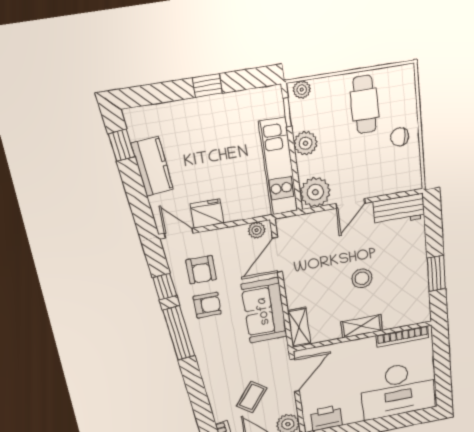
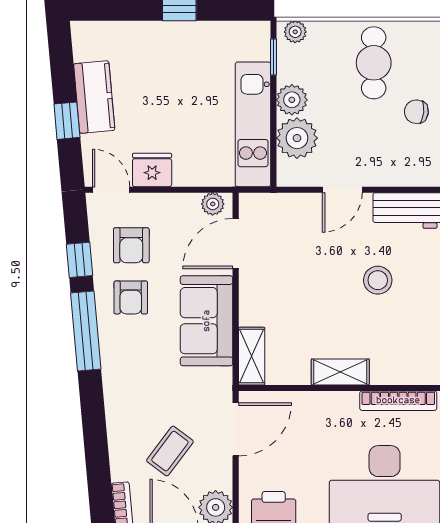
window: (121, 145) -> (67, 121), moved
plant: (315, 192) -> (297, 138), moved
stool: (362, 278) -> (378, 280), moved
armchair: (207, 305) -> (131, 297), turned 90

